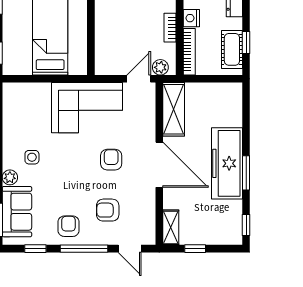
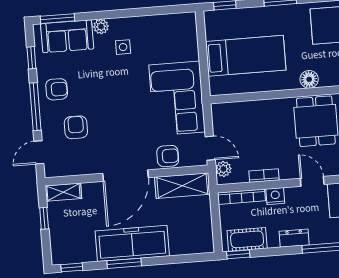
window: (246, 43) -> (238, 254), moved
armchair: (111, 160) -> (168, 156), moved

